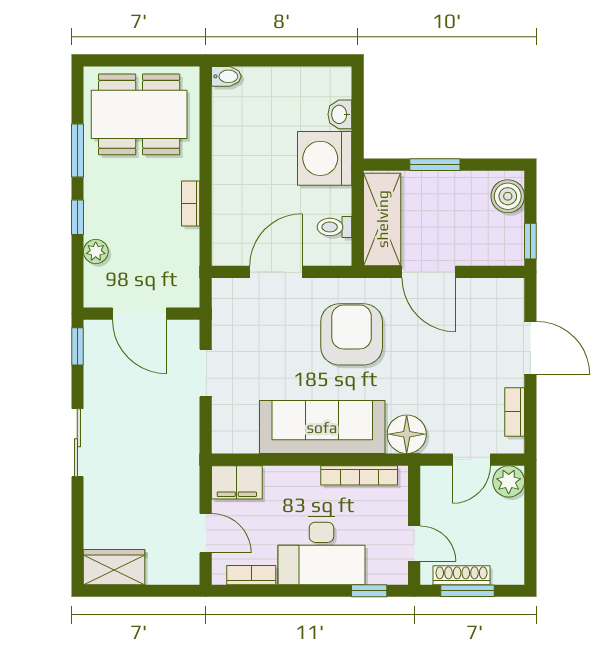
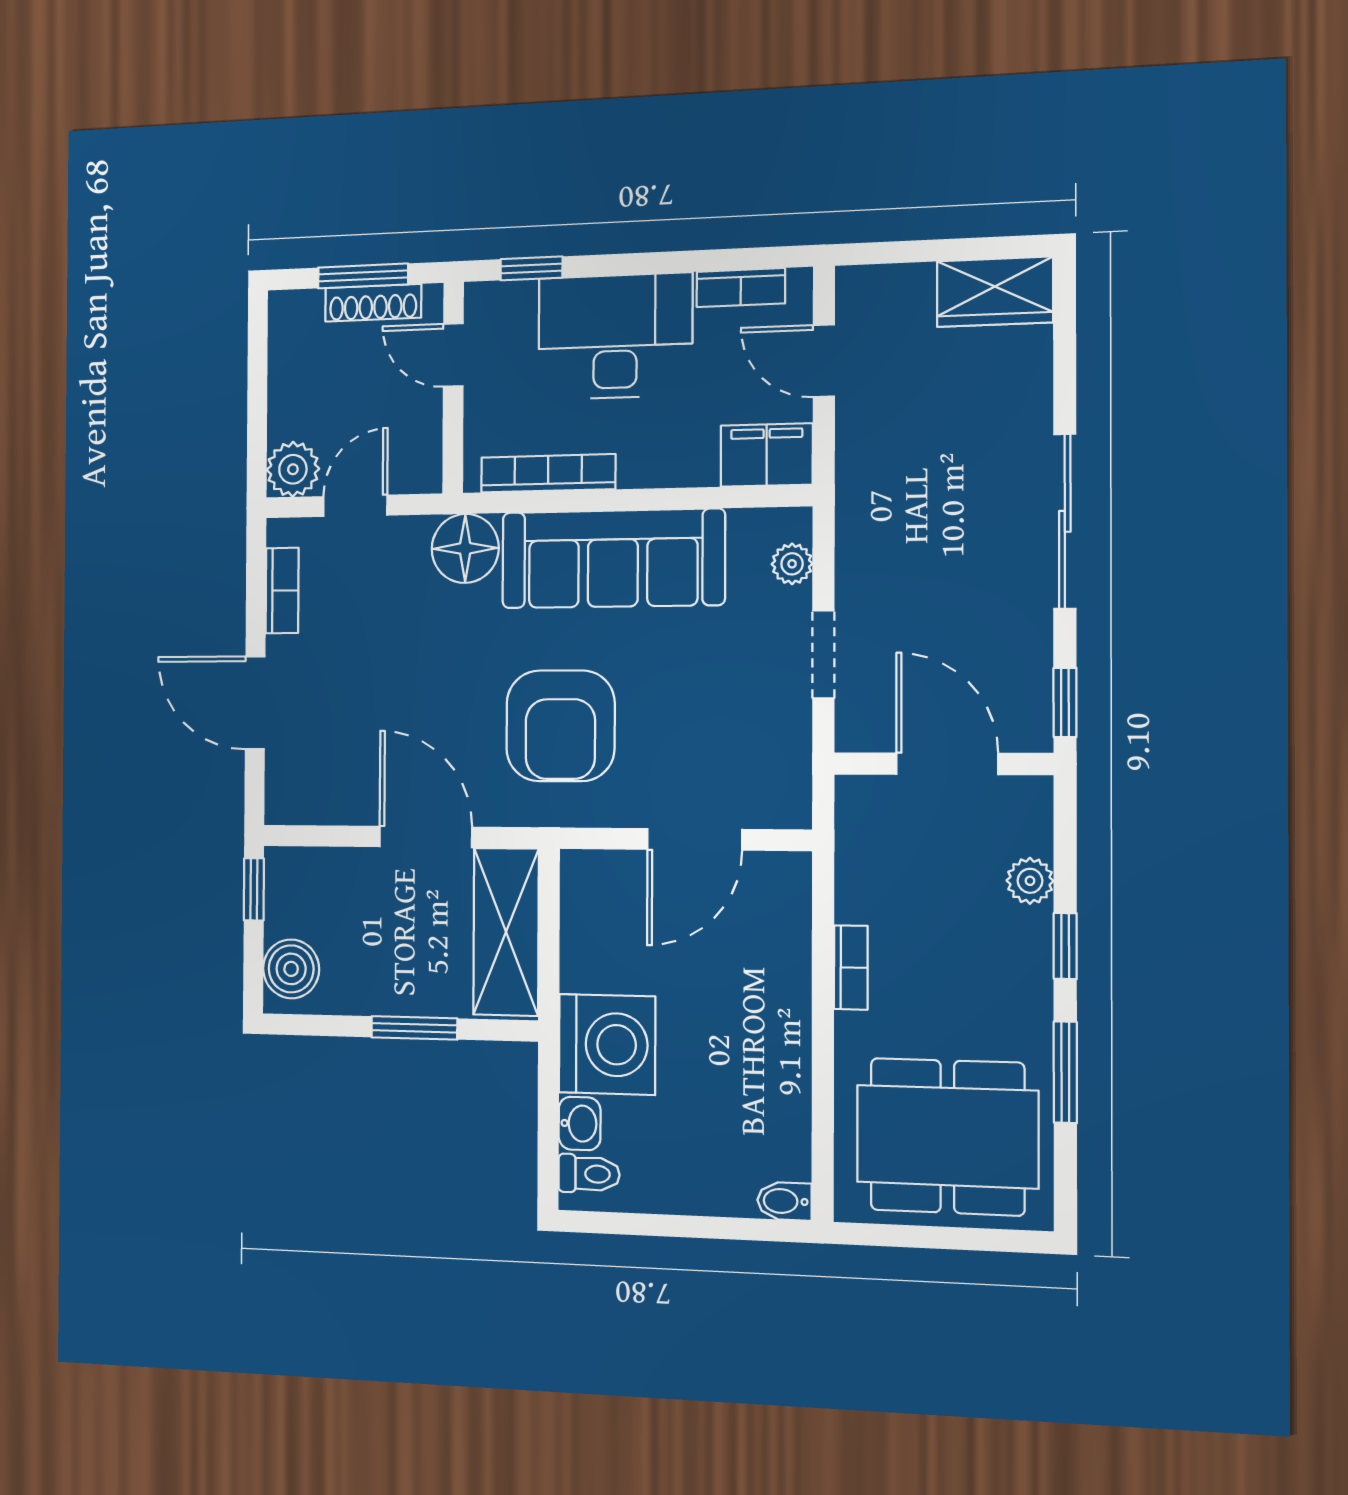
toilet: (334, 227) -> (589, 1174), moved
plant: (223, 423) -> (792, 564), added
sliding door: (77, 443) -> (1065, 521), width x1.37

